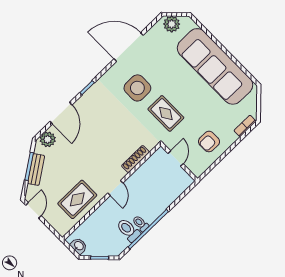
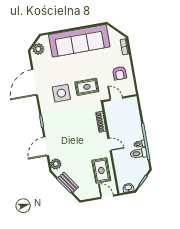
door: (61, 113) -> (46, 146), swing flipped
door: (33, 210) -> (107, 197), moved

